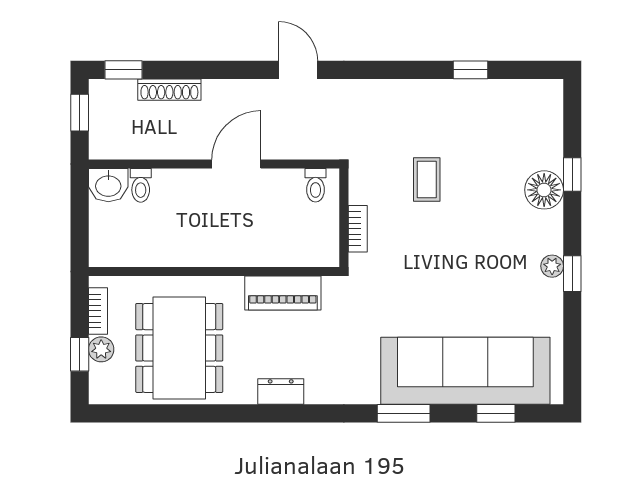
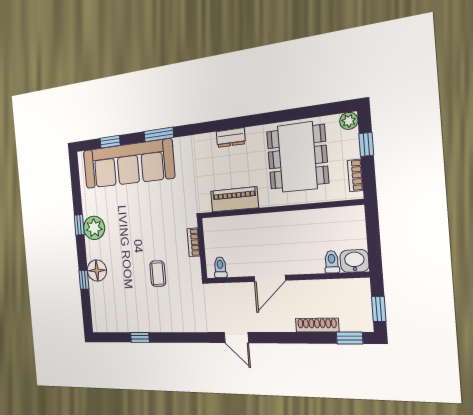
plant: (552, 266) -> (94, 228), width x1.88, depth x1.88
plant: (101, 349) -> (349, 121), moved

